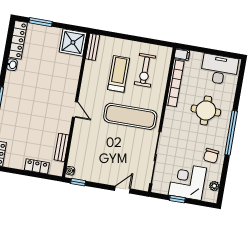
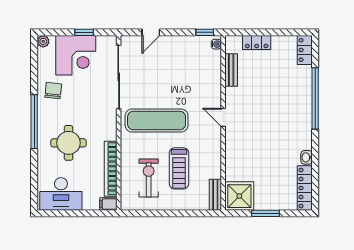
window: (41, 22) -> (266, 213), moved
plant: (214, 186) -> (43, 41), moved

